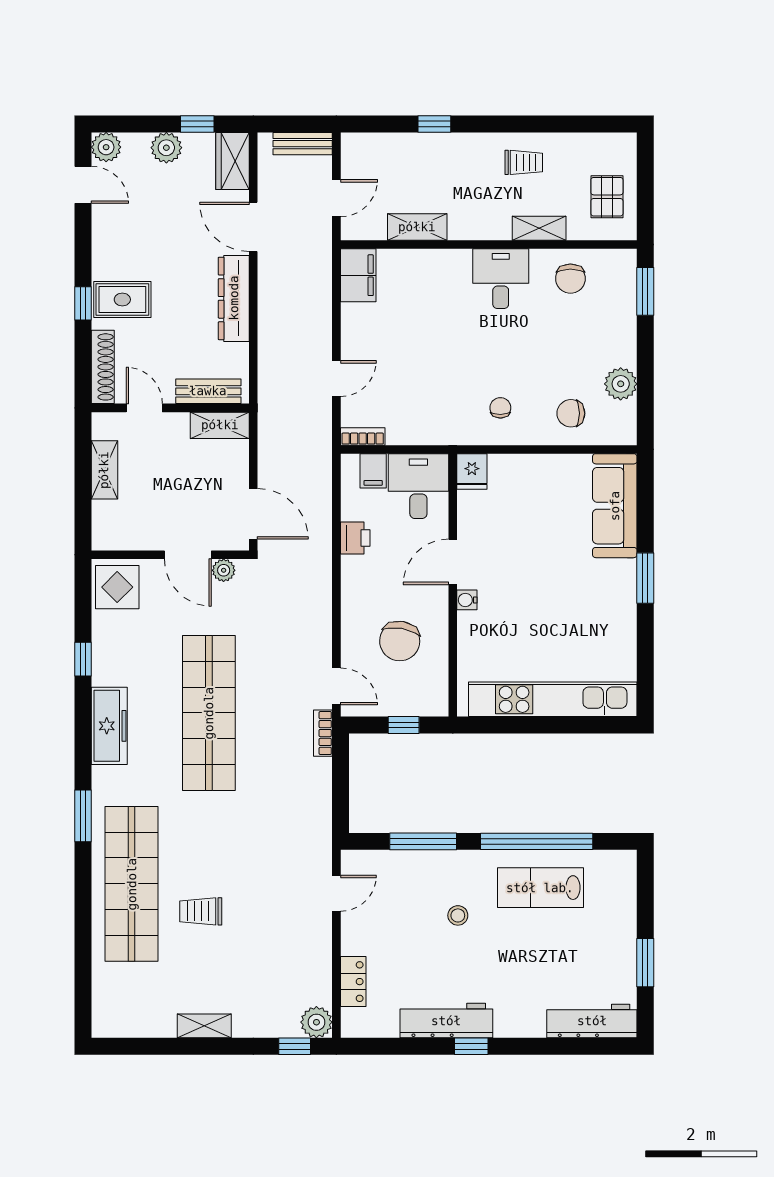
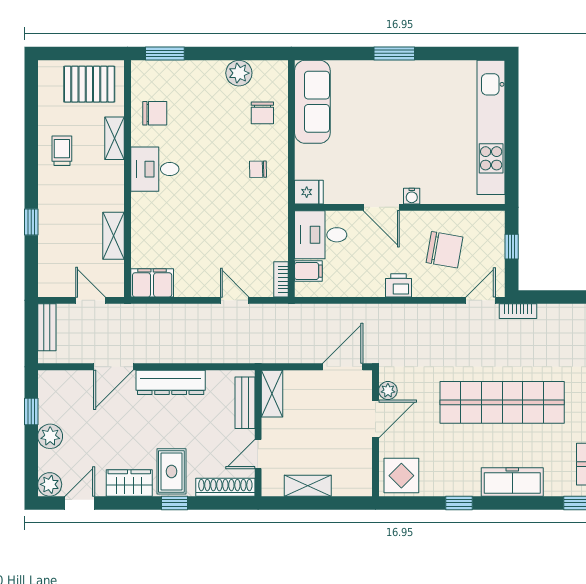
wardrobe: (232, 161) -> (129, 483), moved, turned 180
pallet: (607, 197) -> (89, 84), width x1.50, depth x1.42
sofa: (615, 506) -> (312, 102), moved, turned -90
printer: (355, 538) -> (399, 285), moved

